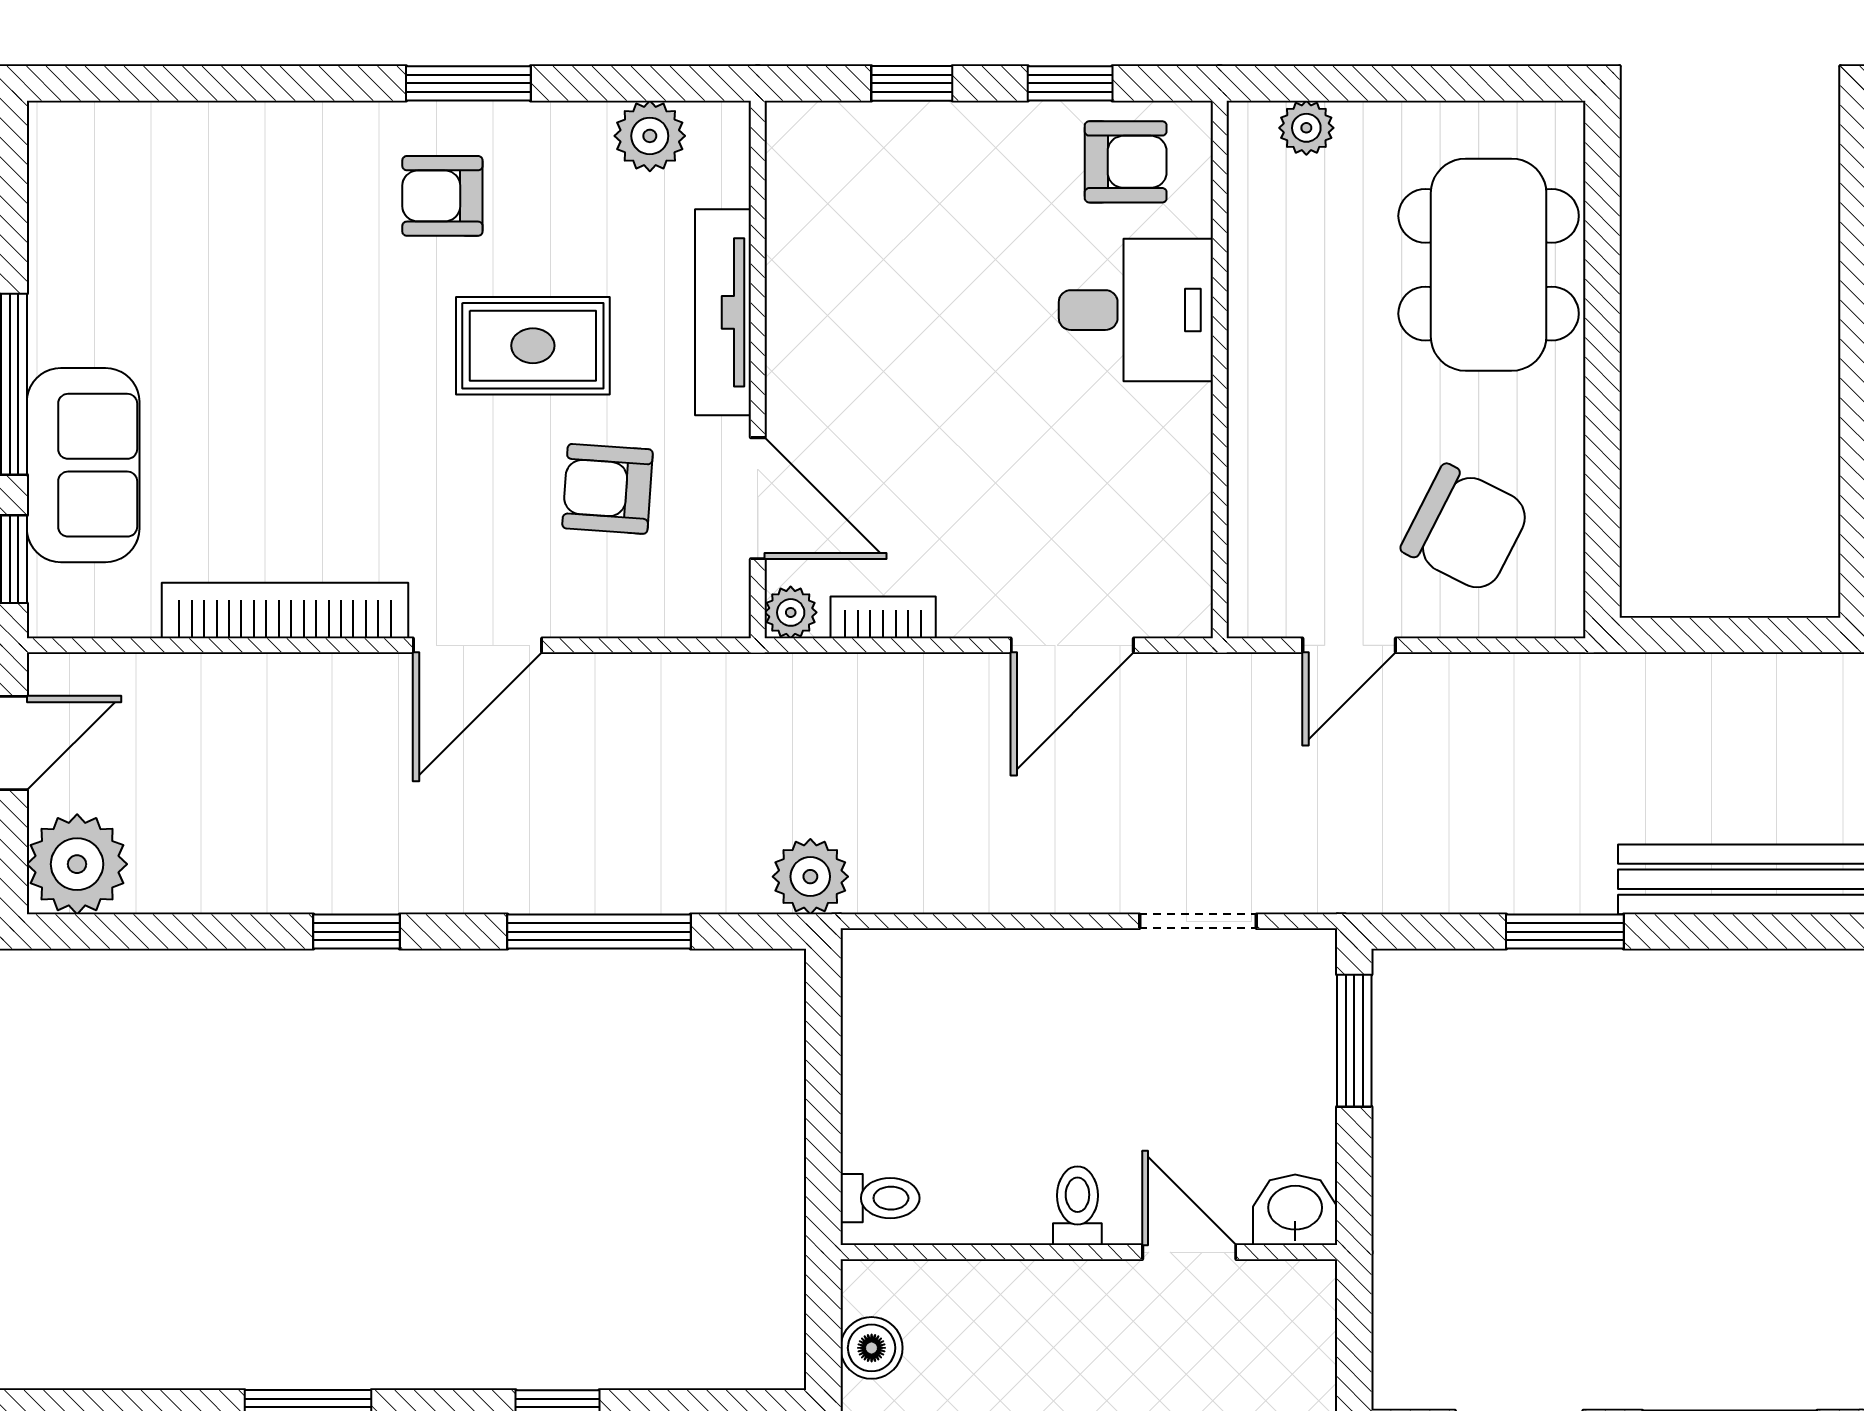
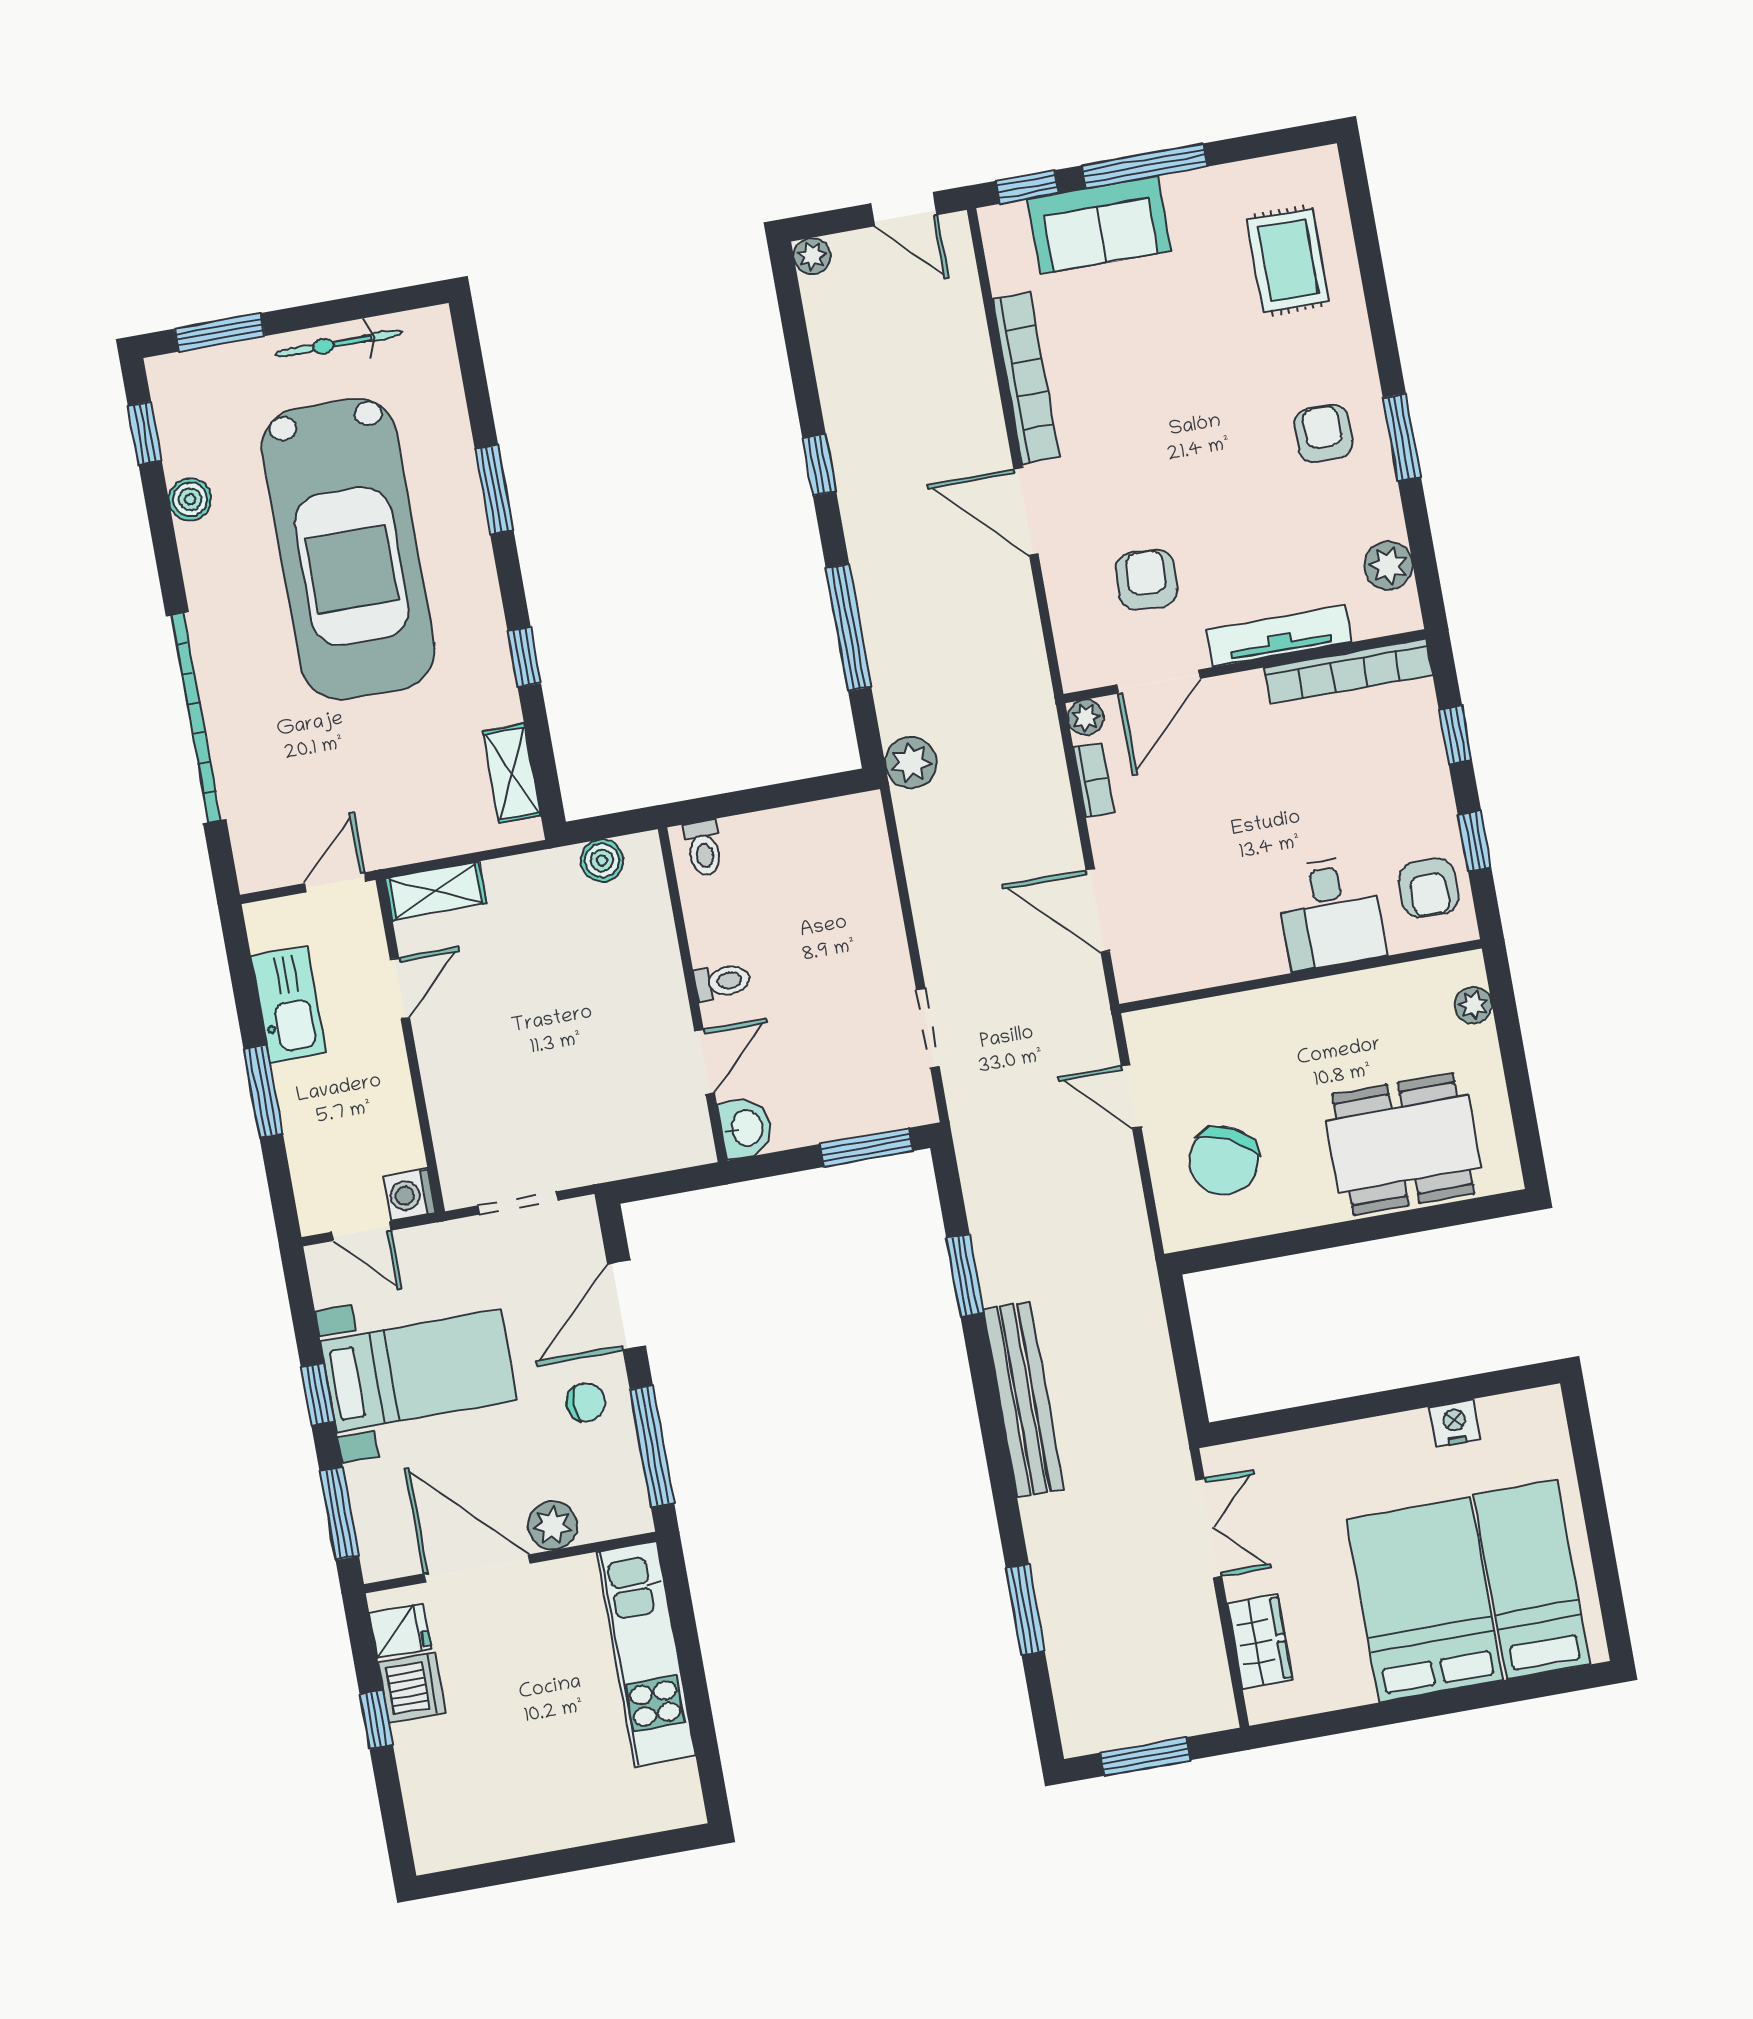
bookcase: (792, 221) -> (1348, 671), added
rug: (533, 346) -> (1288, 260), moved
plant: (77, 864) -> (812, 256), width x0.53, depth x0.53

